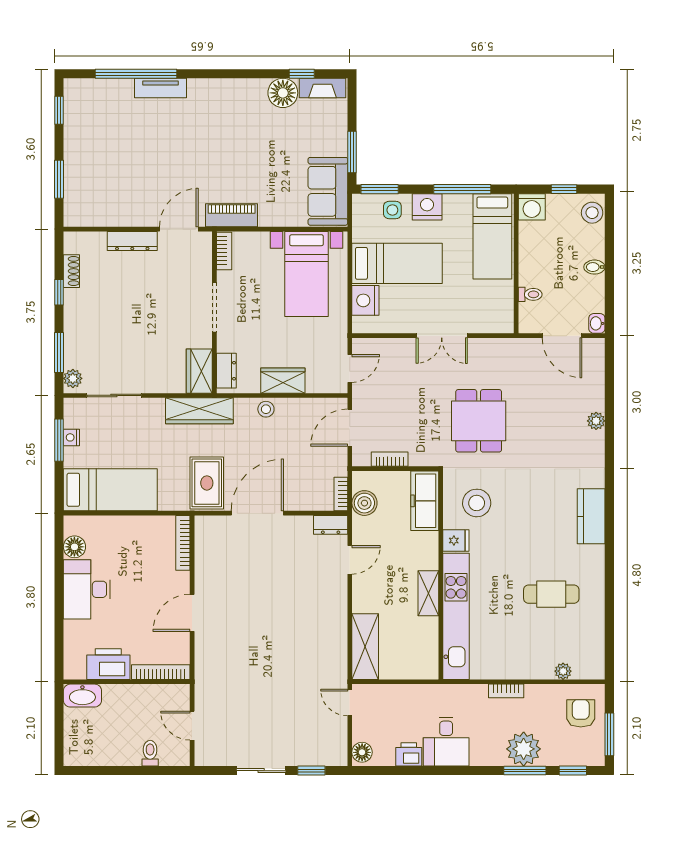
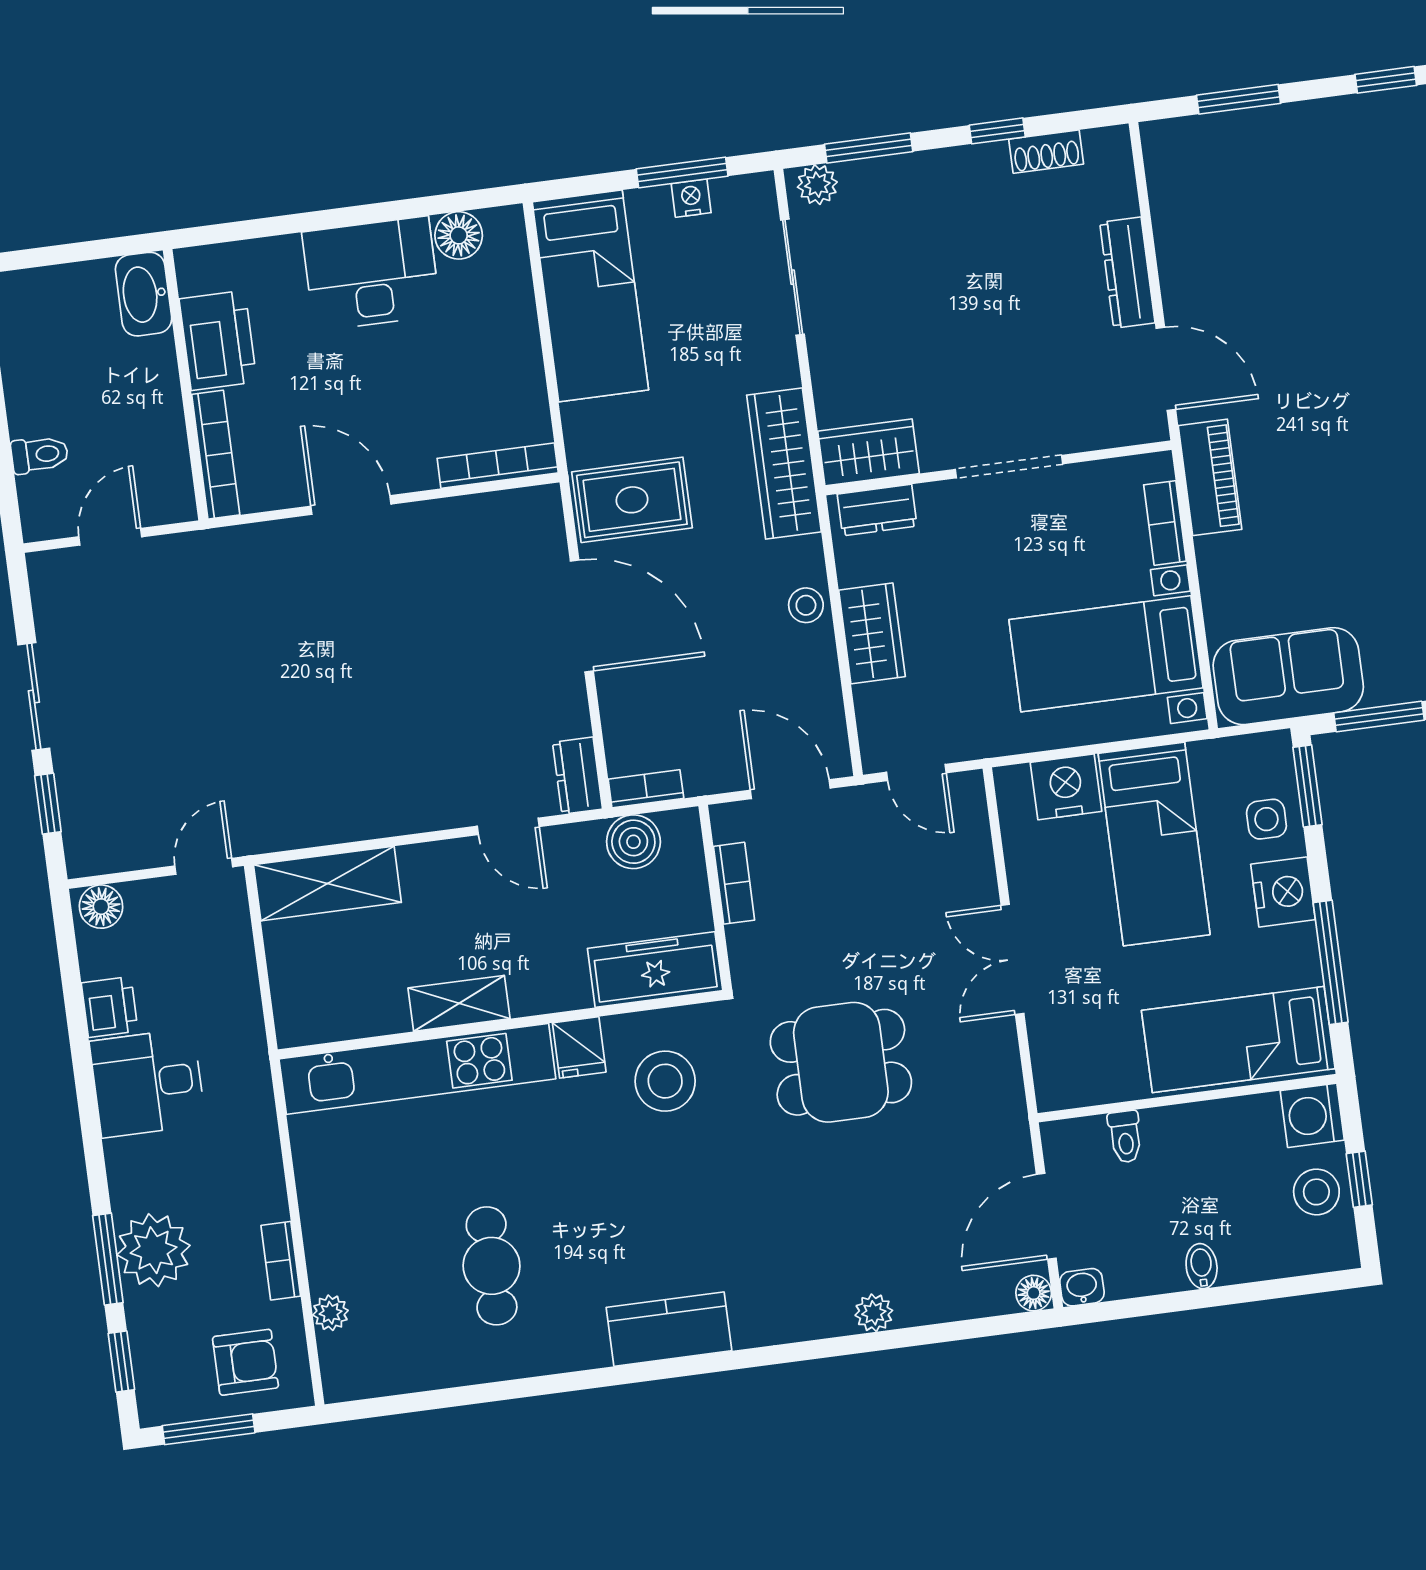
stool: (592, 213) -> (1316, 1192), moved
bookcase: (224, 251) -> (1165, 523), moved, turned 90
floor lamp: (597, 346) -> (1034, 1293), added
bookcase: (506, 691) -> (281, 1261), moved

